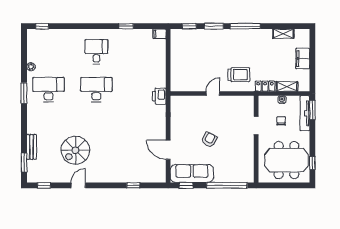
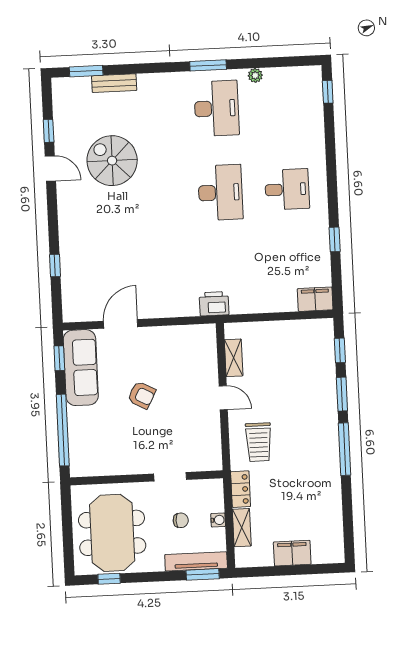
filing cabinet: (159, 34) -> (315, 299), width x2.00
shelving: (283, 34) -> (234, 358), moved
window: (44, 185) -> (49, 131), moved

